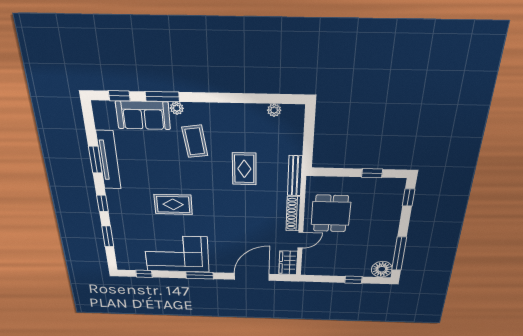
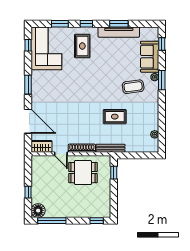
window: (162, 97) -> (162, 80), moved
window: (372, 173) -> (114, 173), moved
rug: (173, 204) -> (82, 46), moved
corner sofa: (177, 254) -> (46, 48), moved

